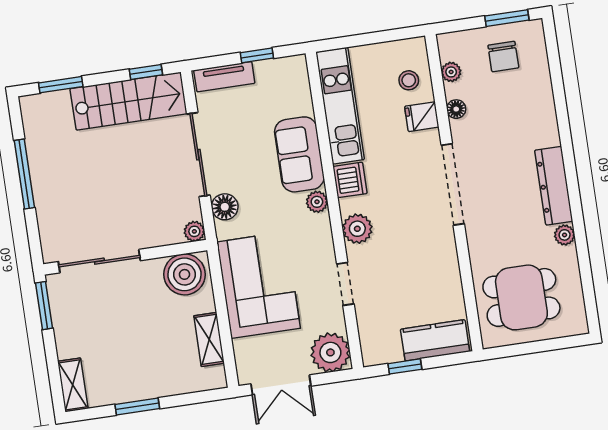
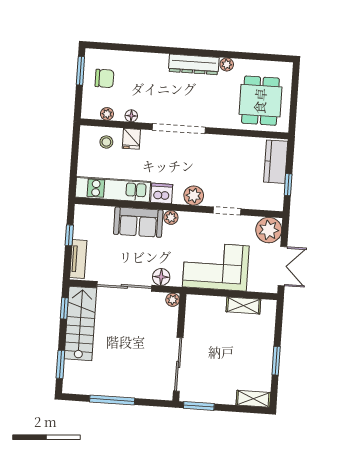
boiler: (185, 274) -> (199, 312), removed

